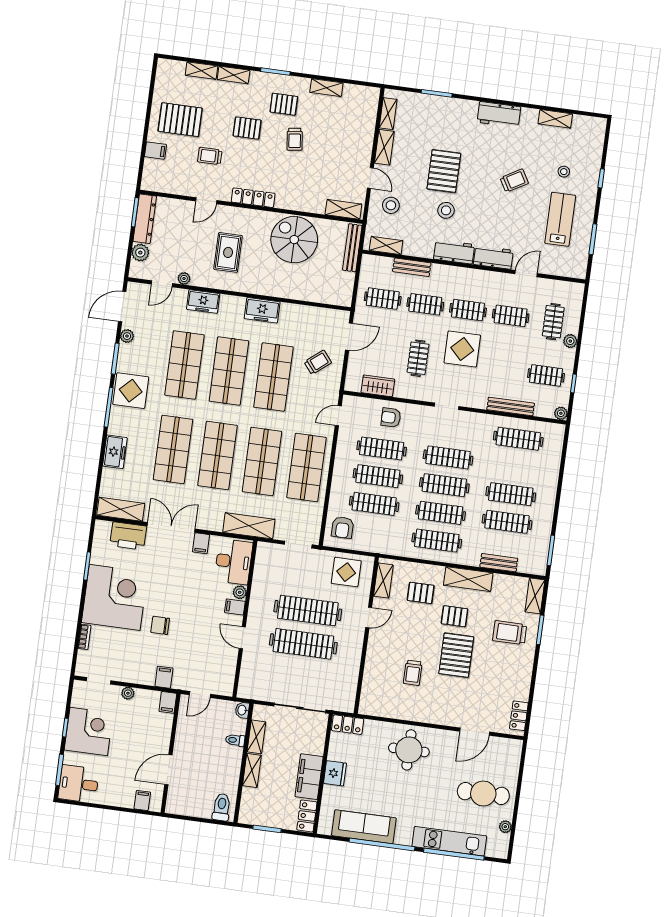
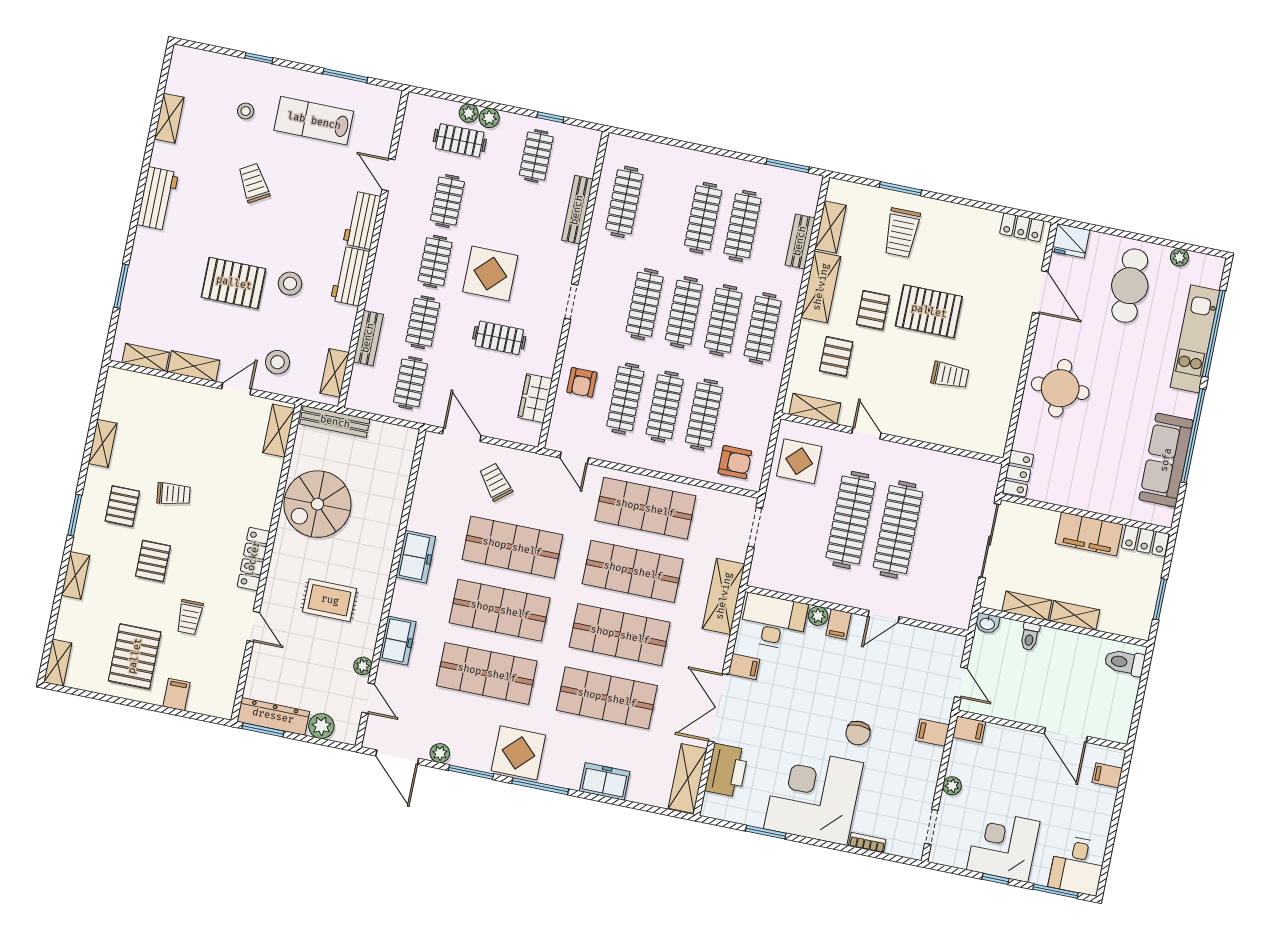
shelving: (201, 71) -> (58, 663), moved
plant: (561, 413) -> (469, 113), moved
shelving: (535, 596) -> (831, 227), moved, turned 90
fridge: (335, 773) -> (1071, 241), moved, turned 180

